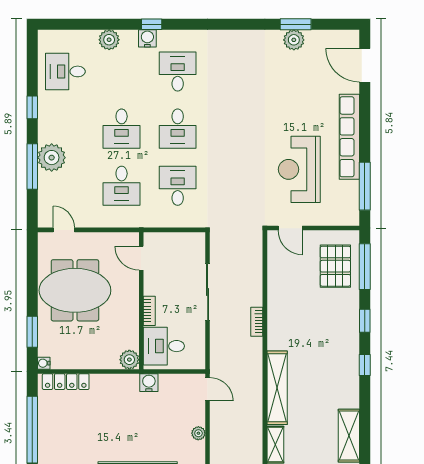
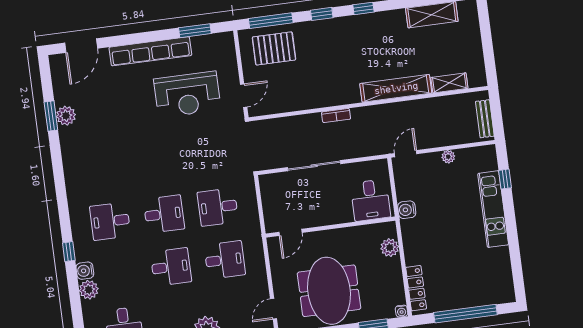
water cooler: (147, 38) -> (85, 271), moved
window: (365, 186) -> (195, 31), width x0.69
bookcase: (149, 311) -> (339, 218), removed
plant: (129, 360) -> (390, 248), moved

